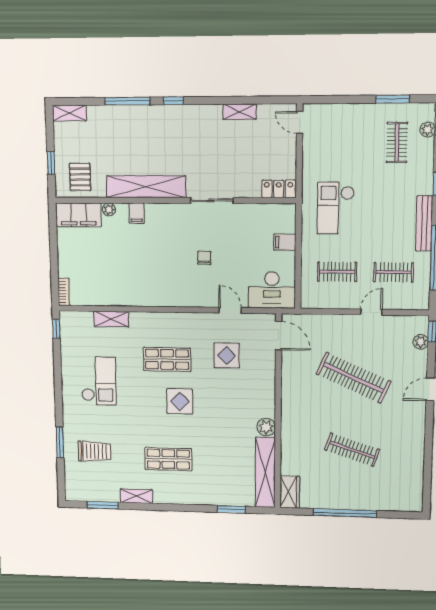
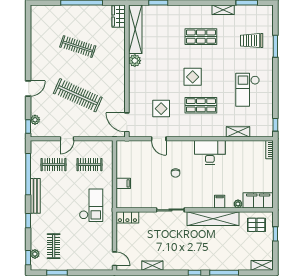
pallet: (80, 177) -> (256, 225), turned 90
desk: (272, 290) -> (210, 152), moved

